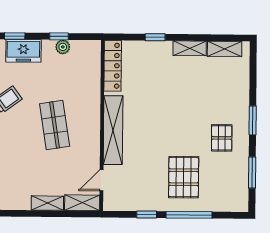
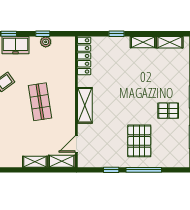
shelving: (113, 130) -> (85, 105), width x0.68
pallet: (222, 138) -> (168, 111), turned 90

